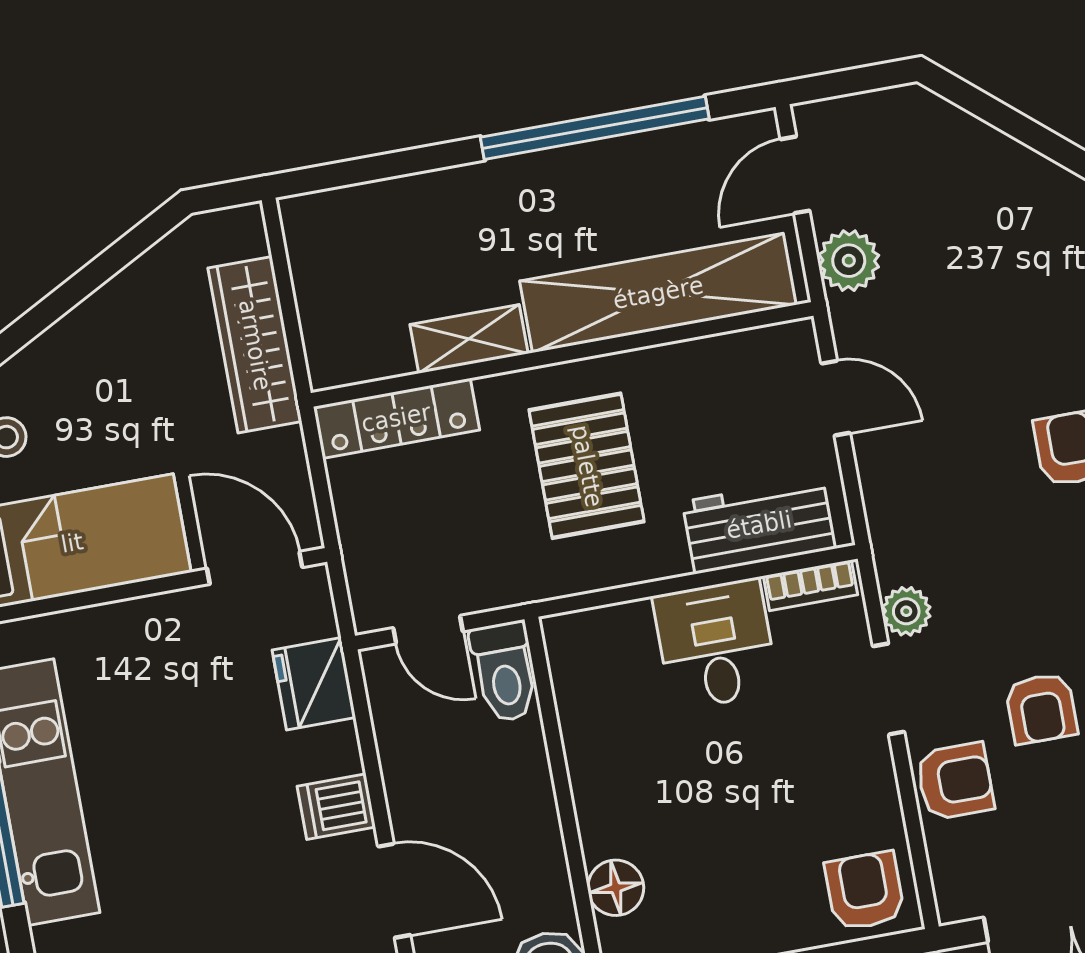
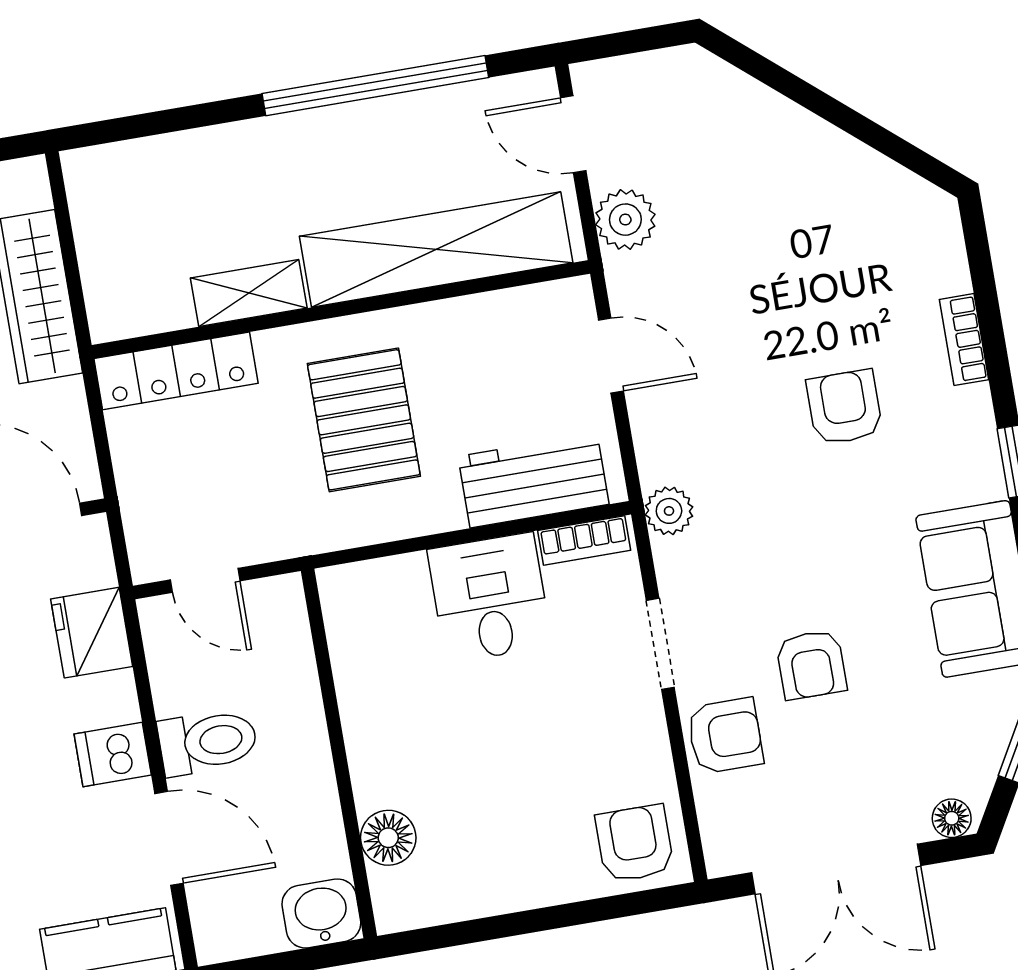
door: (795, 175) -> (573, 134), hinge flipped
plant: (906, 611) -> (669, 511), moved
toilet: (504, 672) -> (208, 742), moved, turned -90

